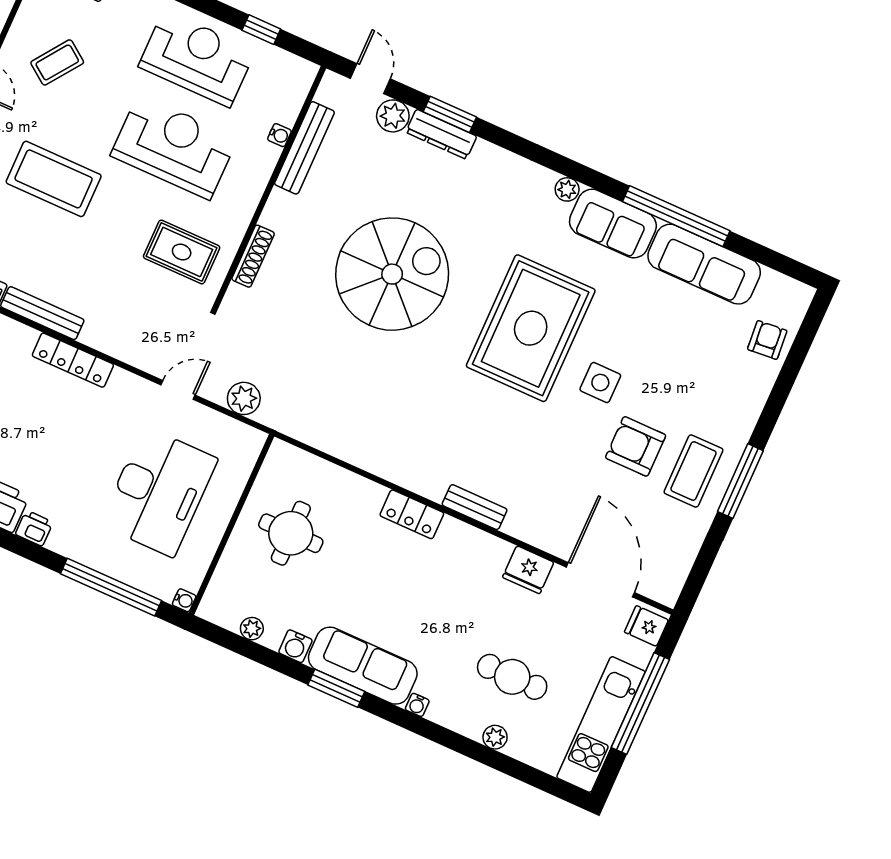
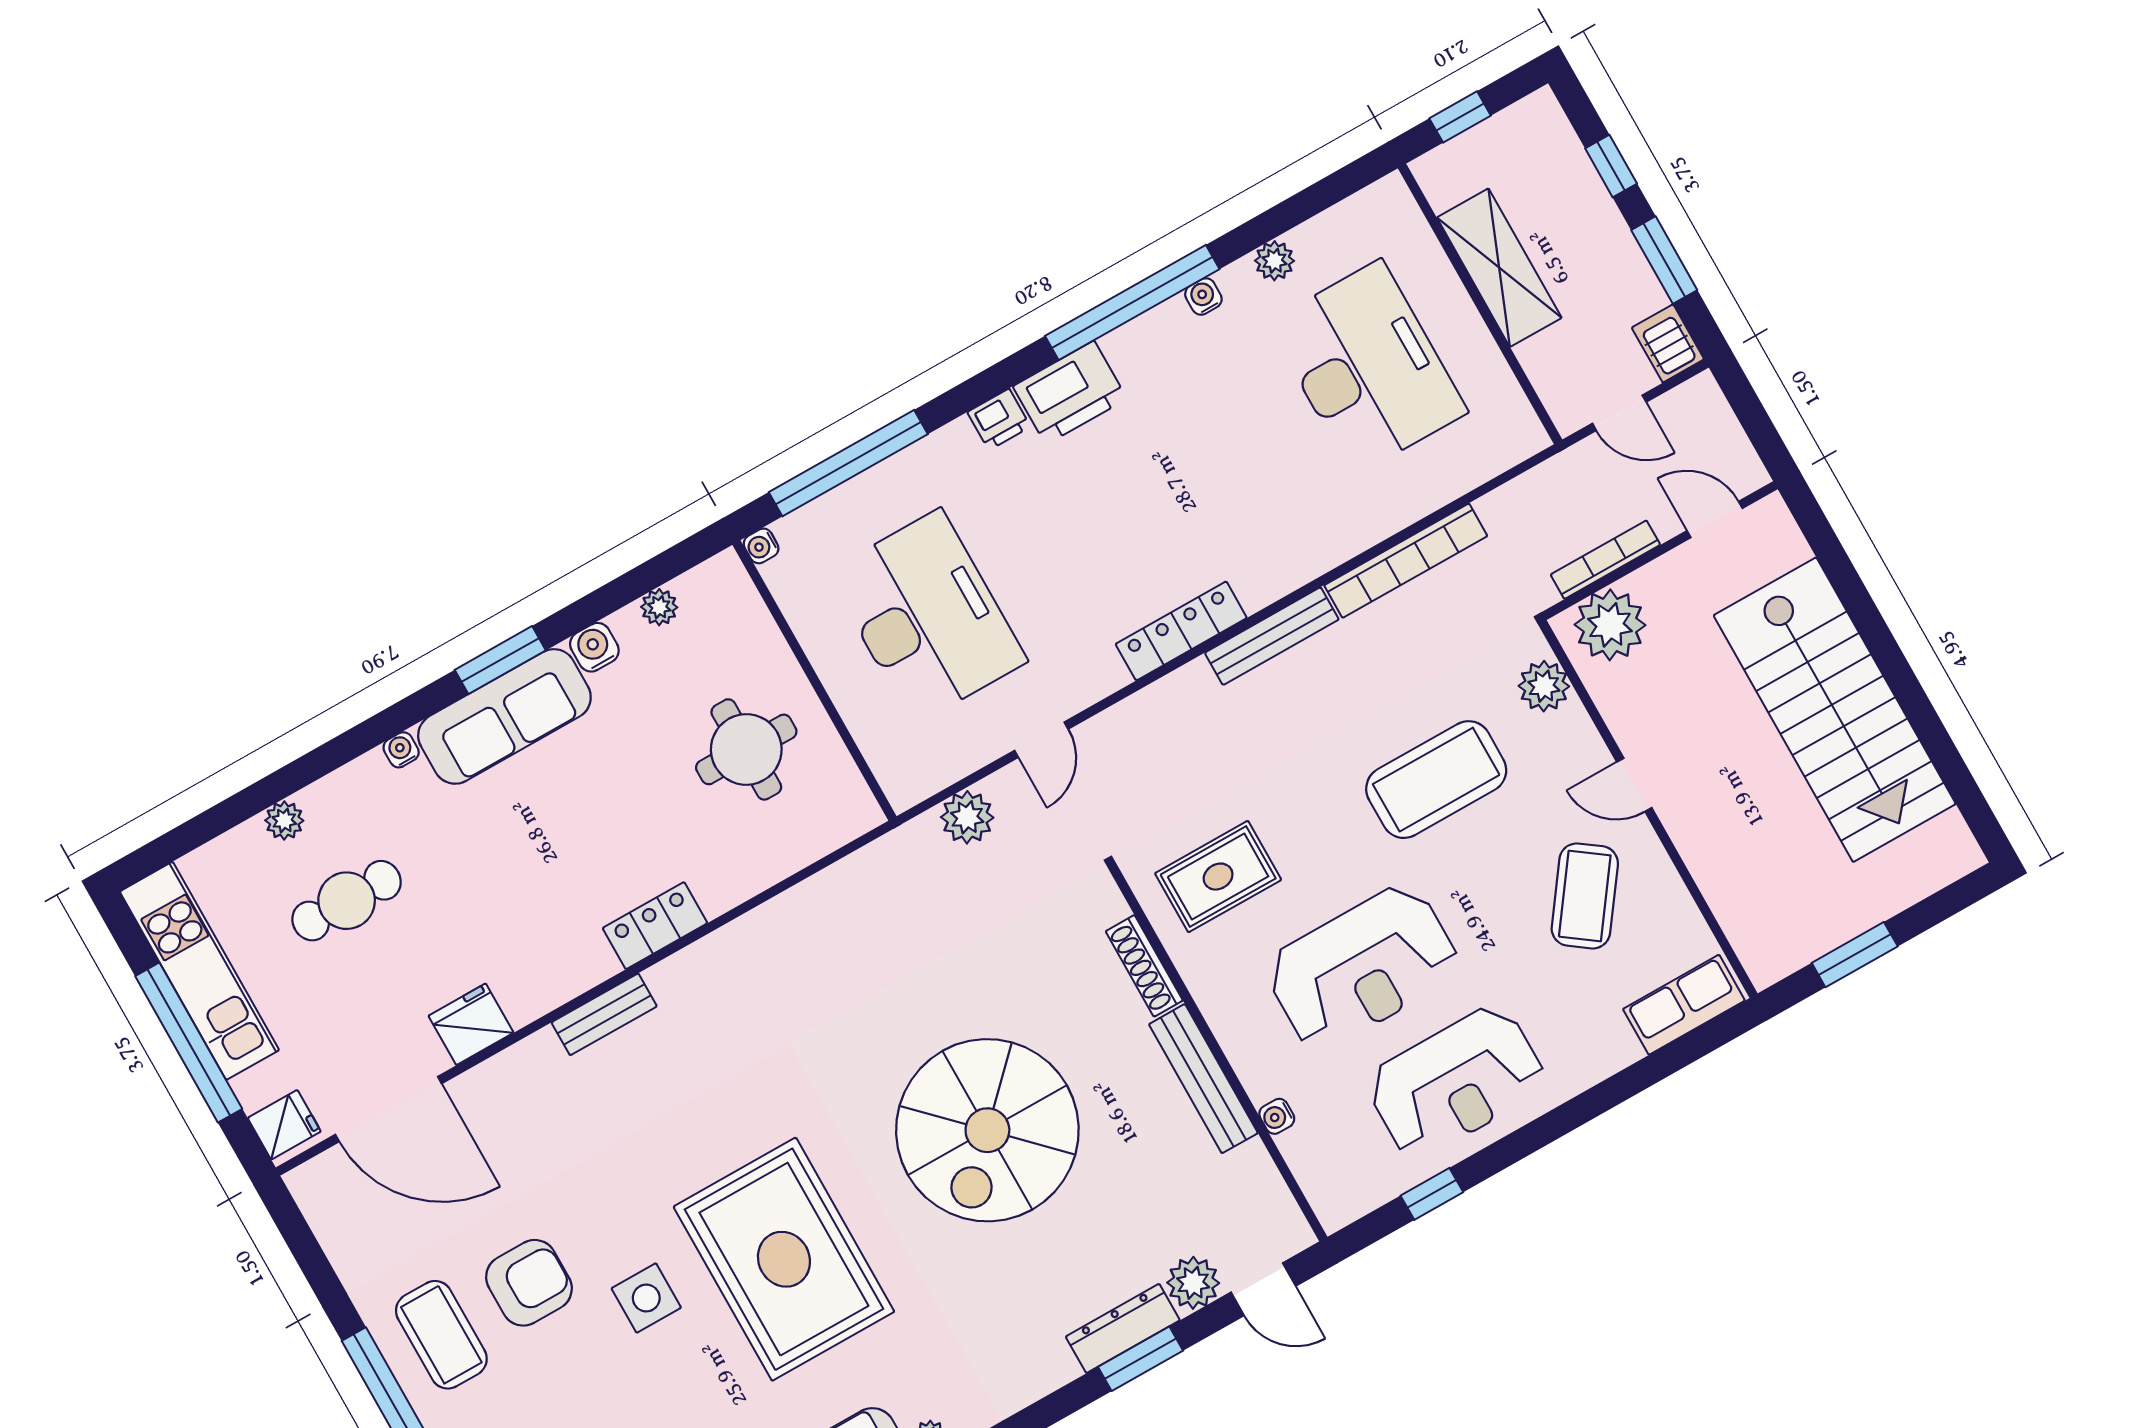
coffee table: (57, 62) -> (1585, 896), width x1.36, depth x1.30
bench: (304, 148) -> (1203, 1079), moved
desk: (159, 492) -> (927, 617), turned 180

